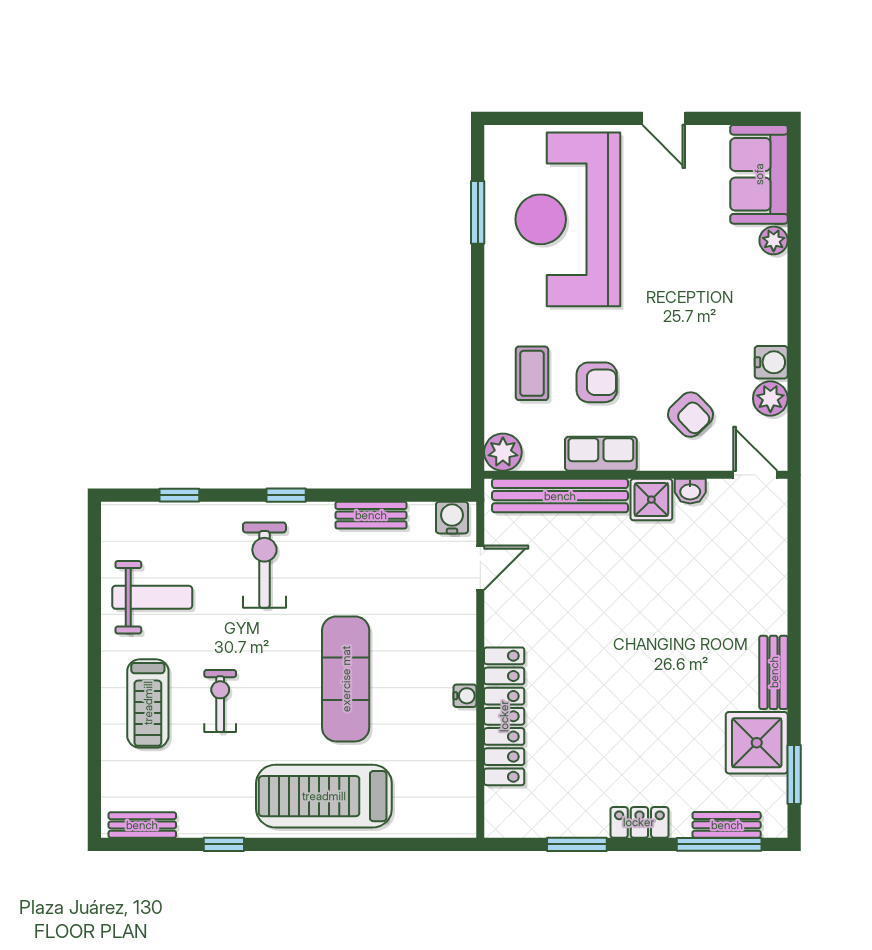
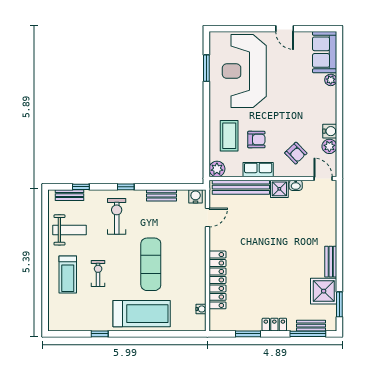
coffee table: (532, 373) -> (229, 136), width x1.36, depth x1.30
water cooler: (465, 696) -> (201, 309), moved
treadmill: (324, 796) -> (142, 314), turned 180
bench: (142, 825) -> (69, 195), moved

